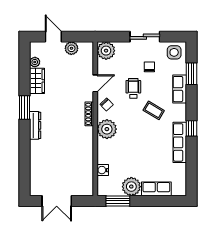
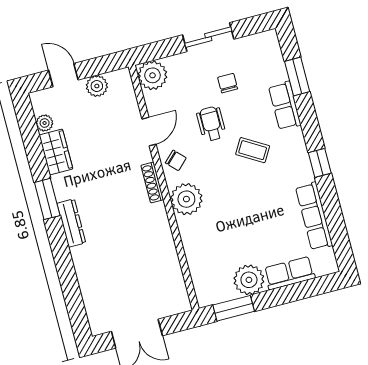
side table: (174, 52) -> (261, 50), removed
row of seats: (180, 142) -> (314, 216), moved
water cooler: (103, 170) -> (197, 266), removed

